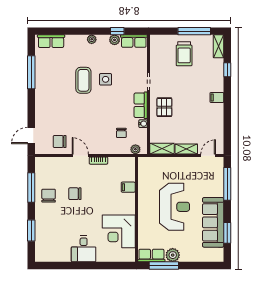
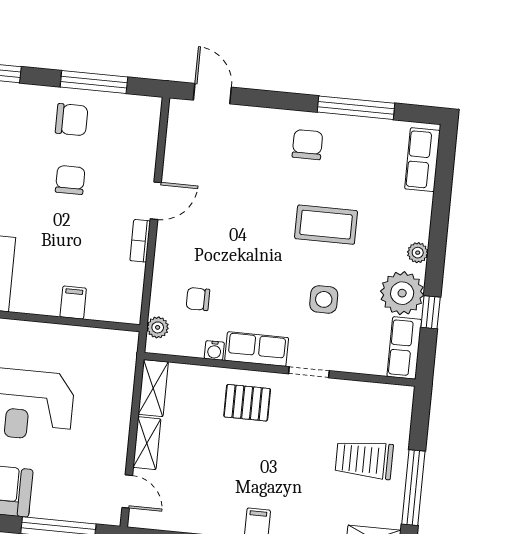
plant: (115, 40) -> (402, 293), width x1.88, depth x1.88
side table: (106, 79) -> (324, 299), moved
chair: (60, 142) -> (307, 145), moved

